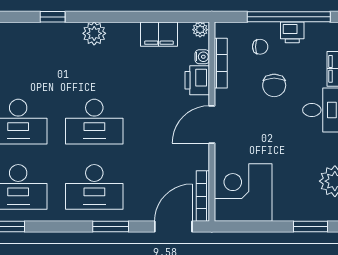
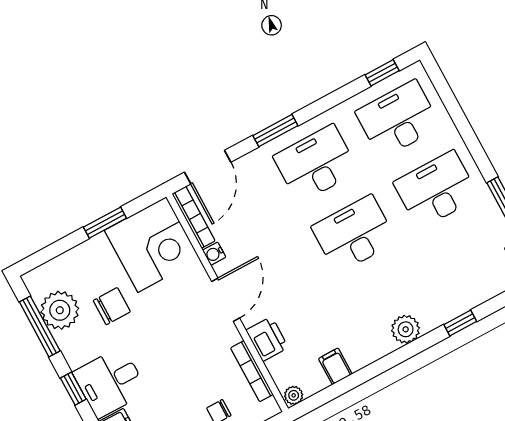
filing cabinet: (159, 34) -> (335, 366), width x0.50
water cooler: (202, 57) -> (214, 254), moved
chair: (274, 85) -> (112, 306), moved, turned 90
window: (310, 226) -> (105, 223), moved

